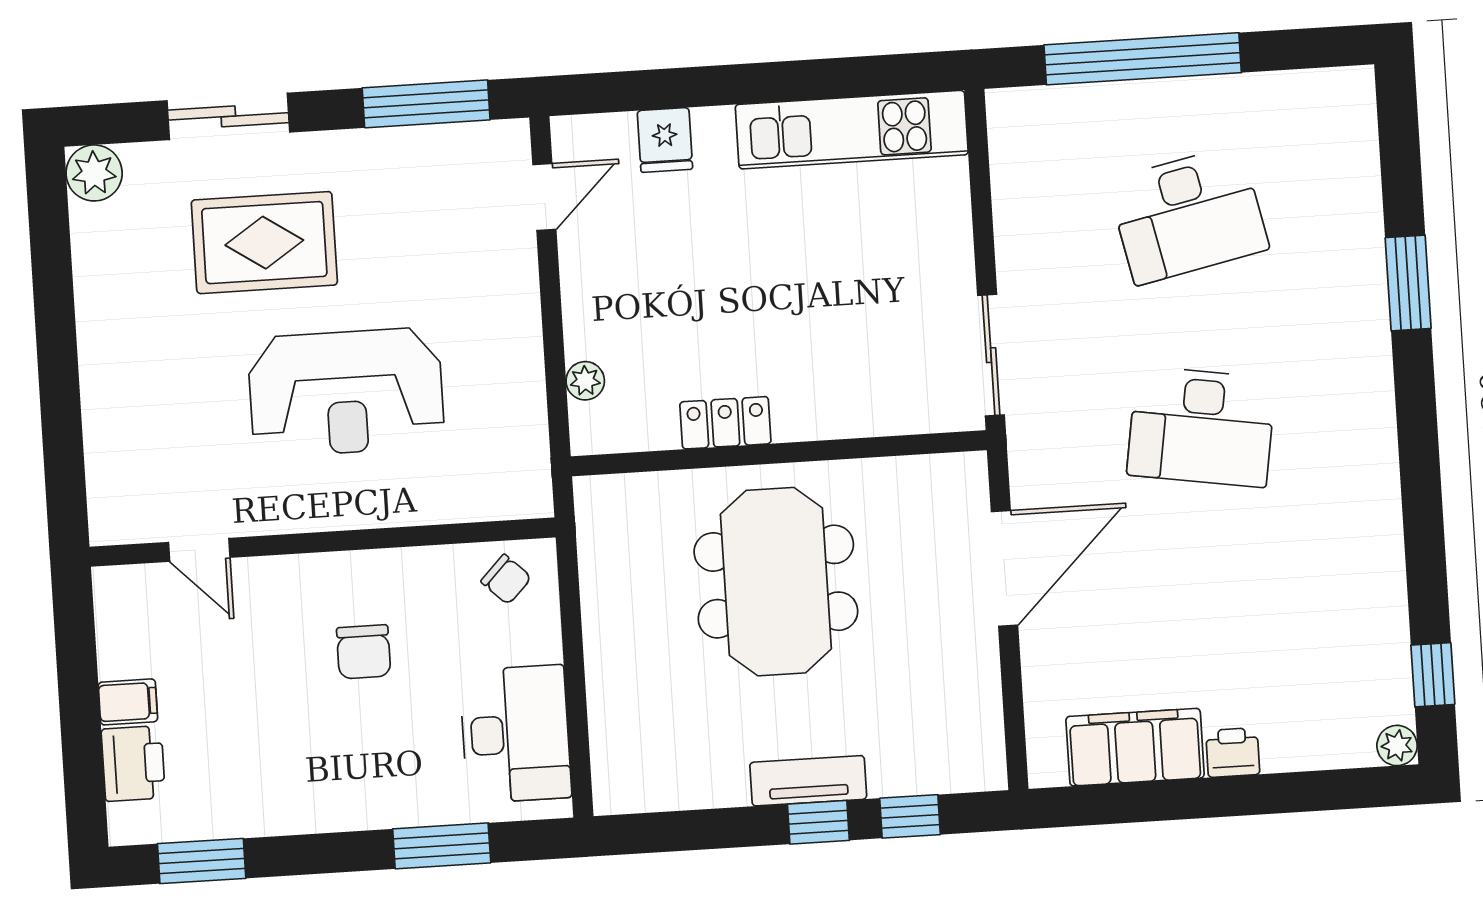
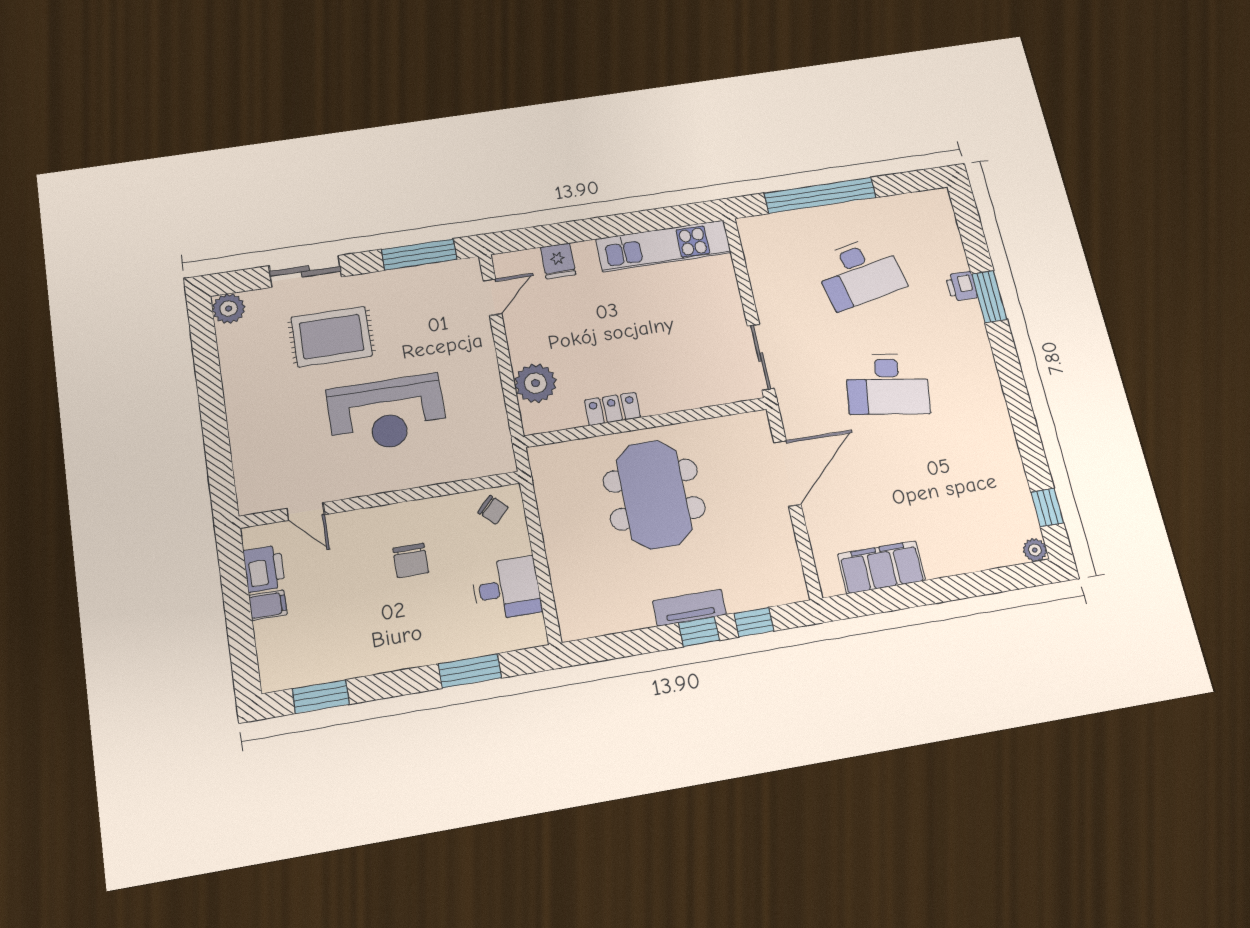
plant: (585, 381) -> (535, 383), width x1.88, depth x1.88
desk: (516, 734) -> (507, 588), width x0.73
printer: (1233, 752) -> (961, 286), moved, turned -90
printer: (133, 764) -> (264, 569), moved

